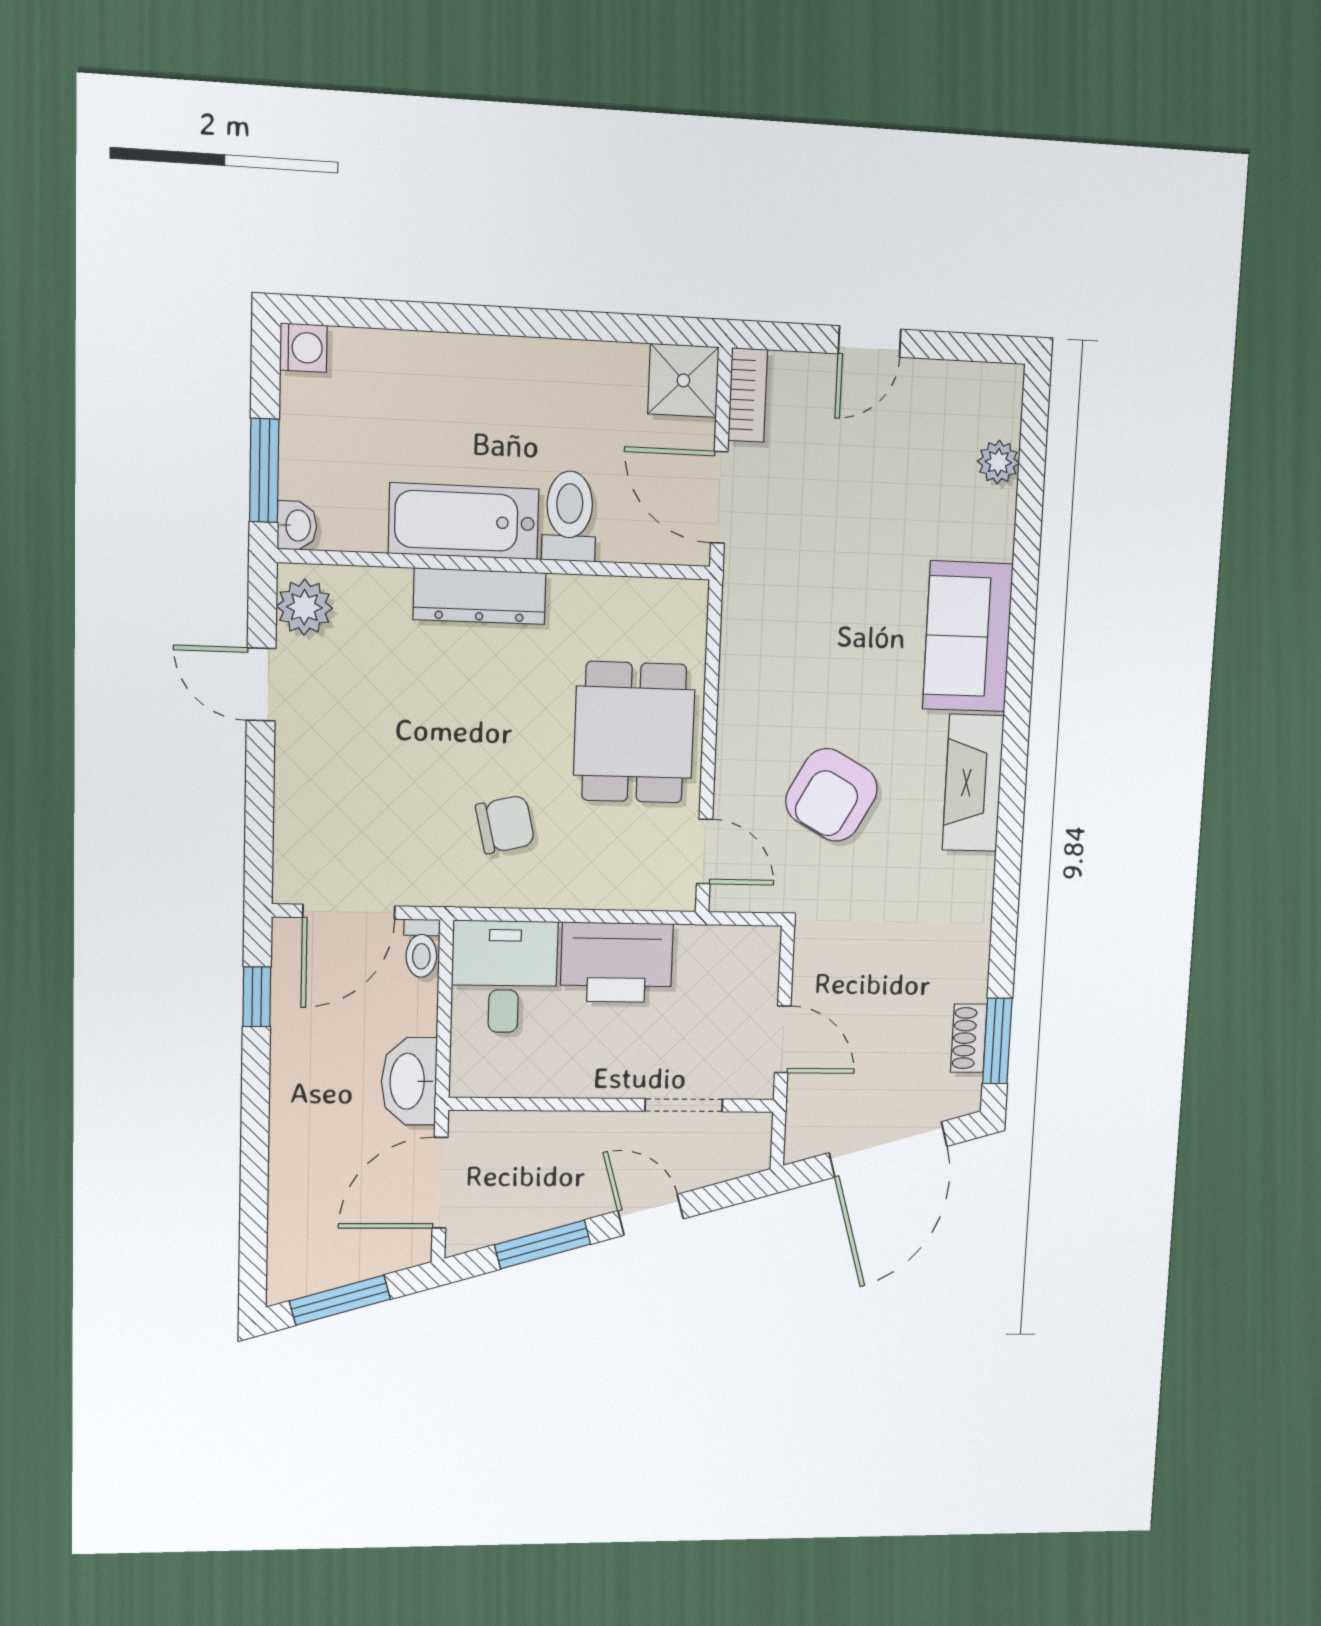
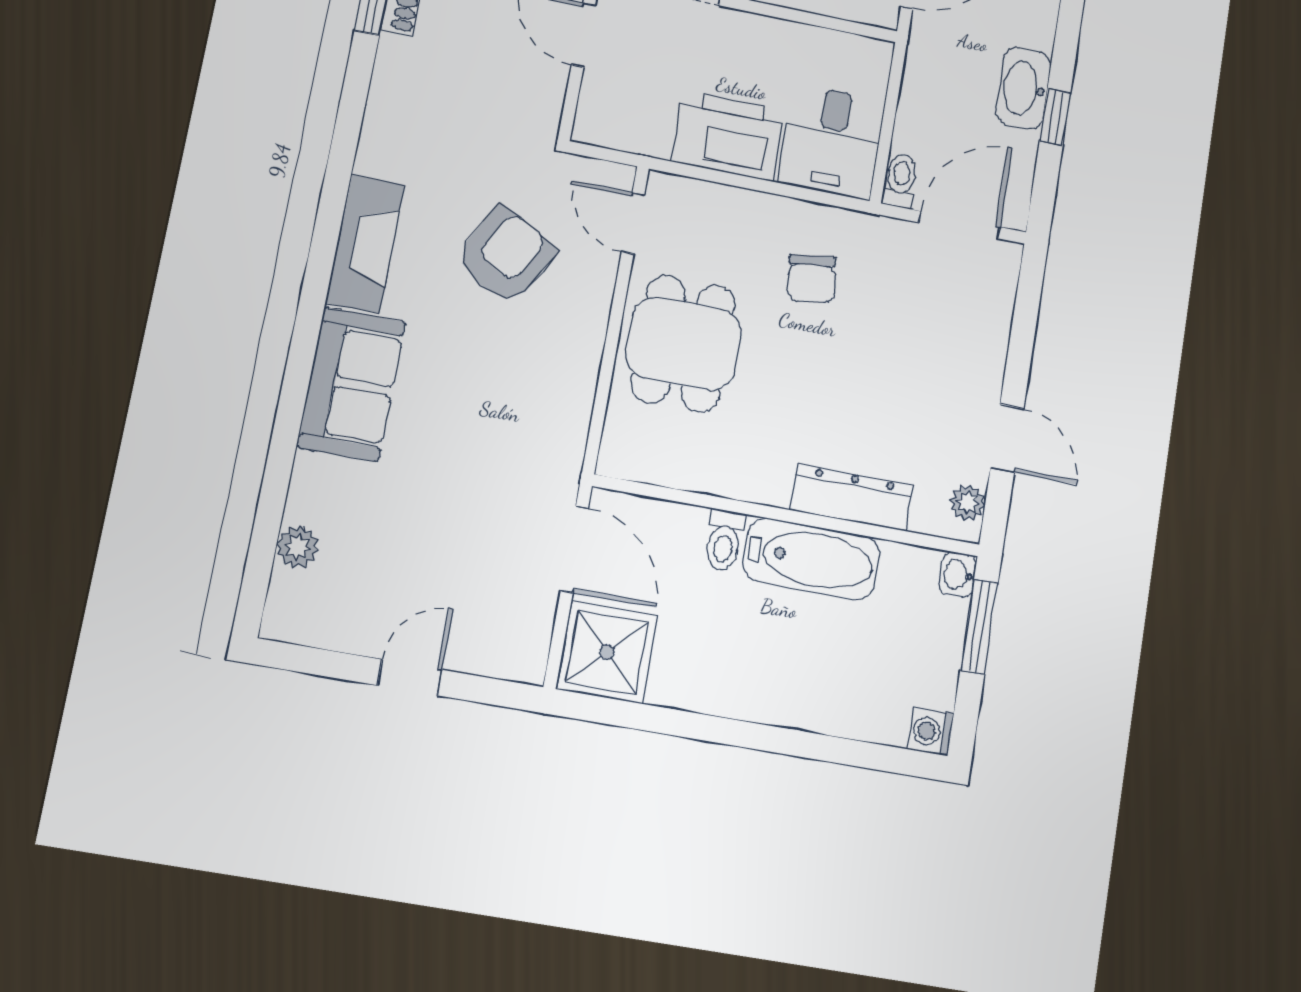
shower: (683, 380) -> (607, 652), width x1.36, depth x1.36
bookcase: (748, 395) -> (534, 641), removed
toilet: (569, 516) -> (724, 540), width x0.73, depth x0.72
dresser: (480, 596) -> (852, 497), moved
plant: (304, 607) -> (968, 503), width x0.73, depth x0.73
chair: (505, 824) -> (812, 279), turned -85
window: (257, 997) -> (1055, 117), moved
washbasin: (409, 1081) -> (1023, 89), moved, turned 180

